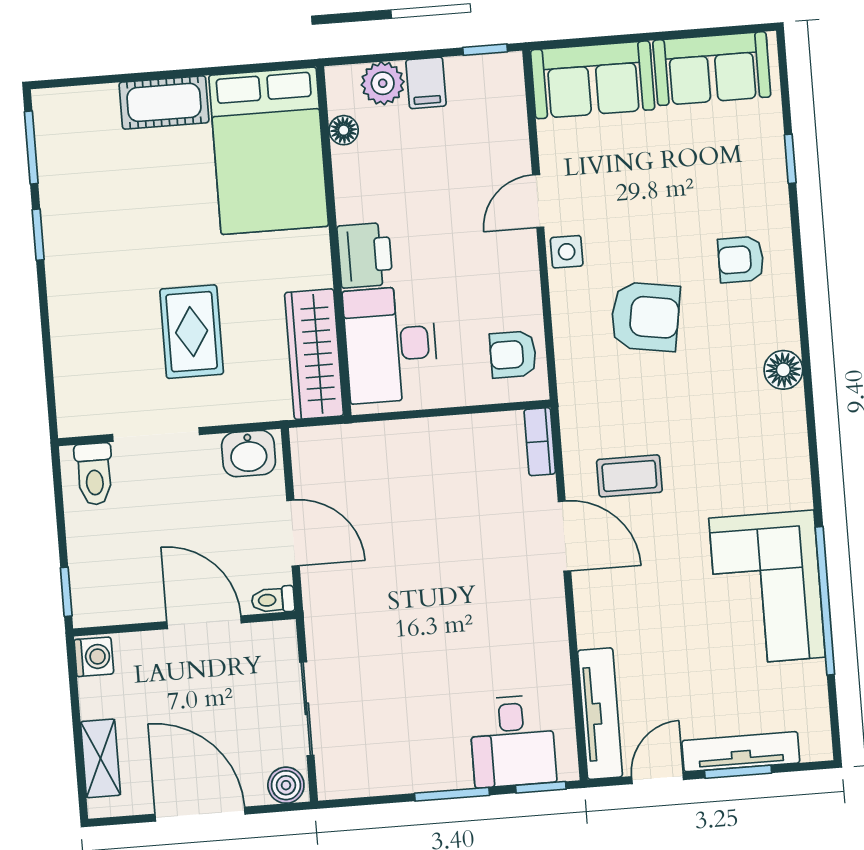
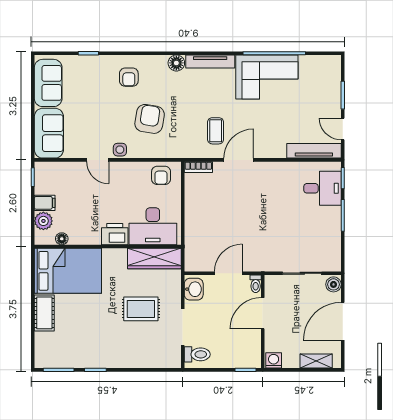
tv unit: (741, 752) -> (210, 61), moved, turned -90

